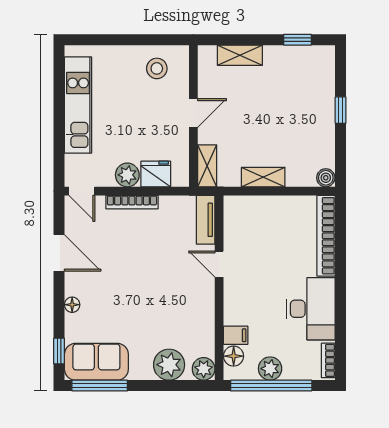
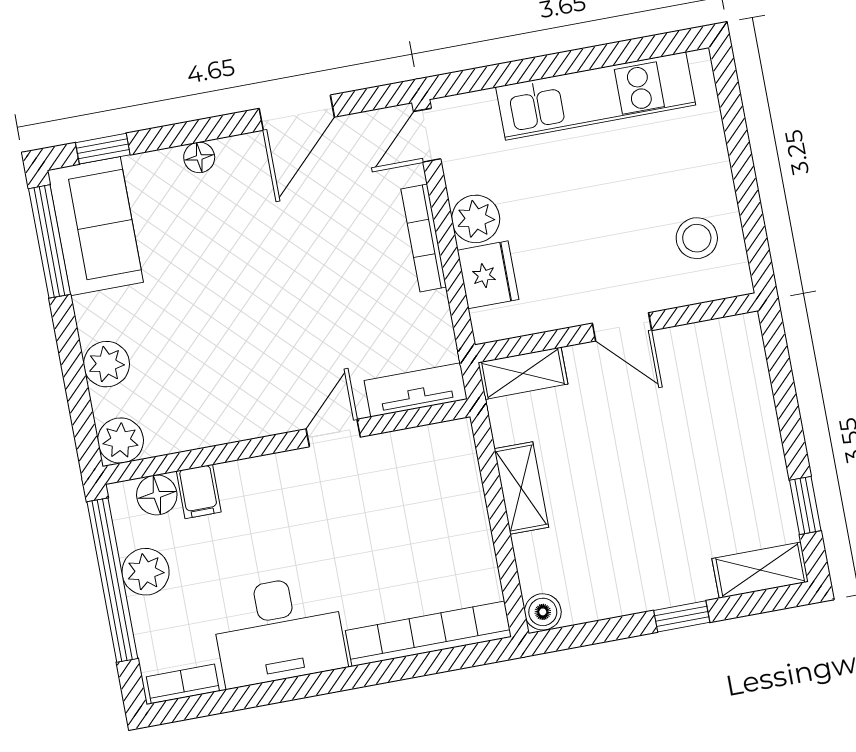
shelving: (240, 55) -> (760, 570), moved, turned 90
plant: (169, 365) -> (106, 364), width x0.73, depth x0.73

